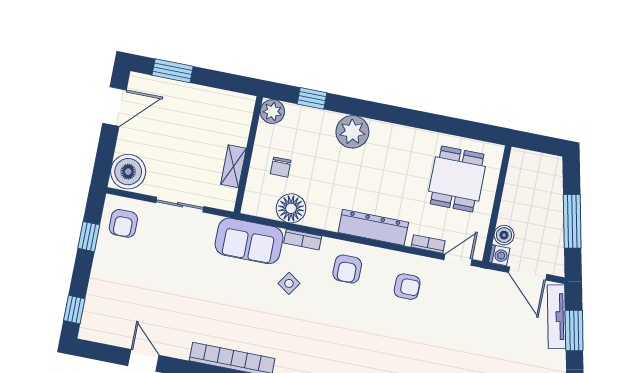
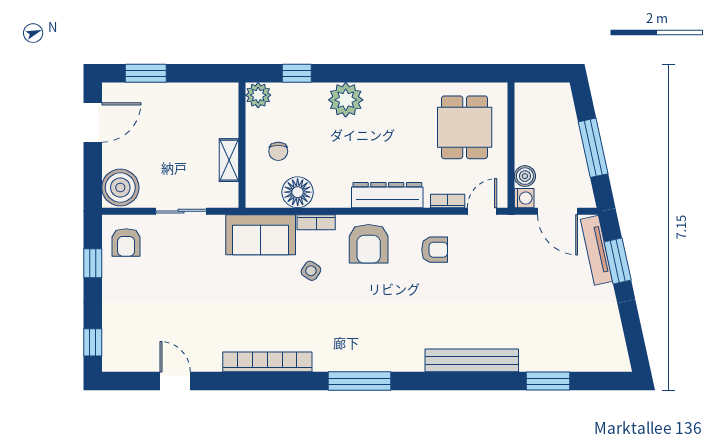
armchair: (347, 269) -> (369, 244), width x1.38, depth x1.38

